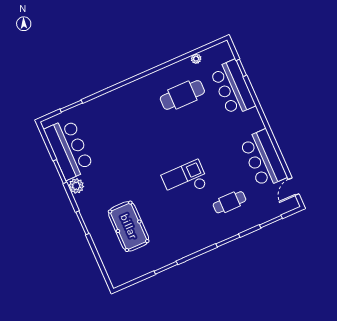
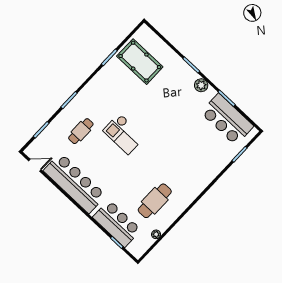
bar counter: (263, 159) -> (75, 183), width x1.36
checkout: (185, 180) -> (124, 134), turned 90
plant: (76, 186) -> (201, 85), moved
door: (294, 187) -> (35, 165), hinge flipped
pool table: (129, 226) -> (140, 62), moved

